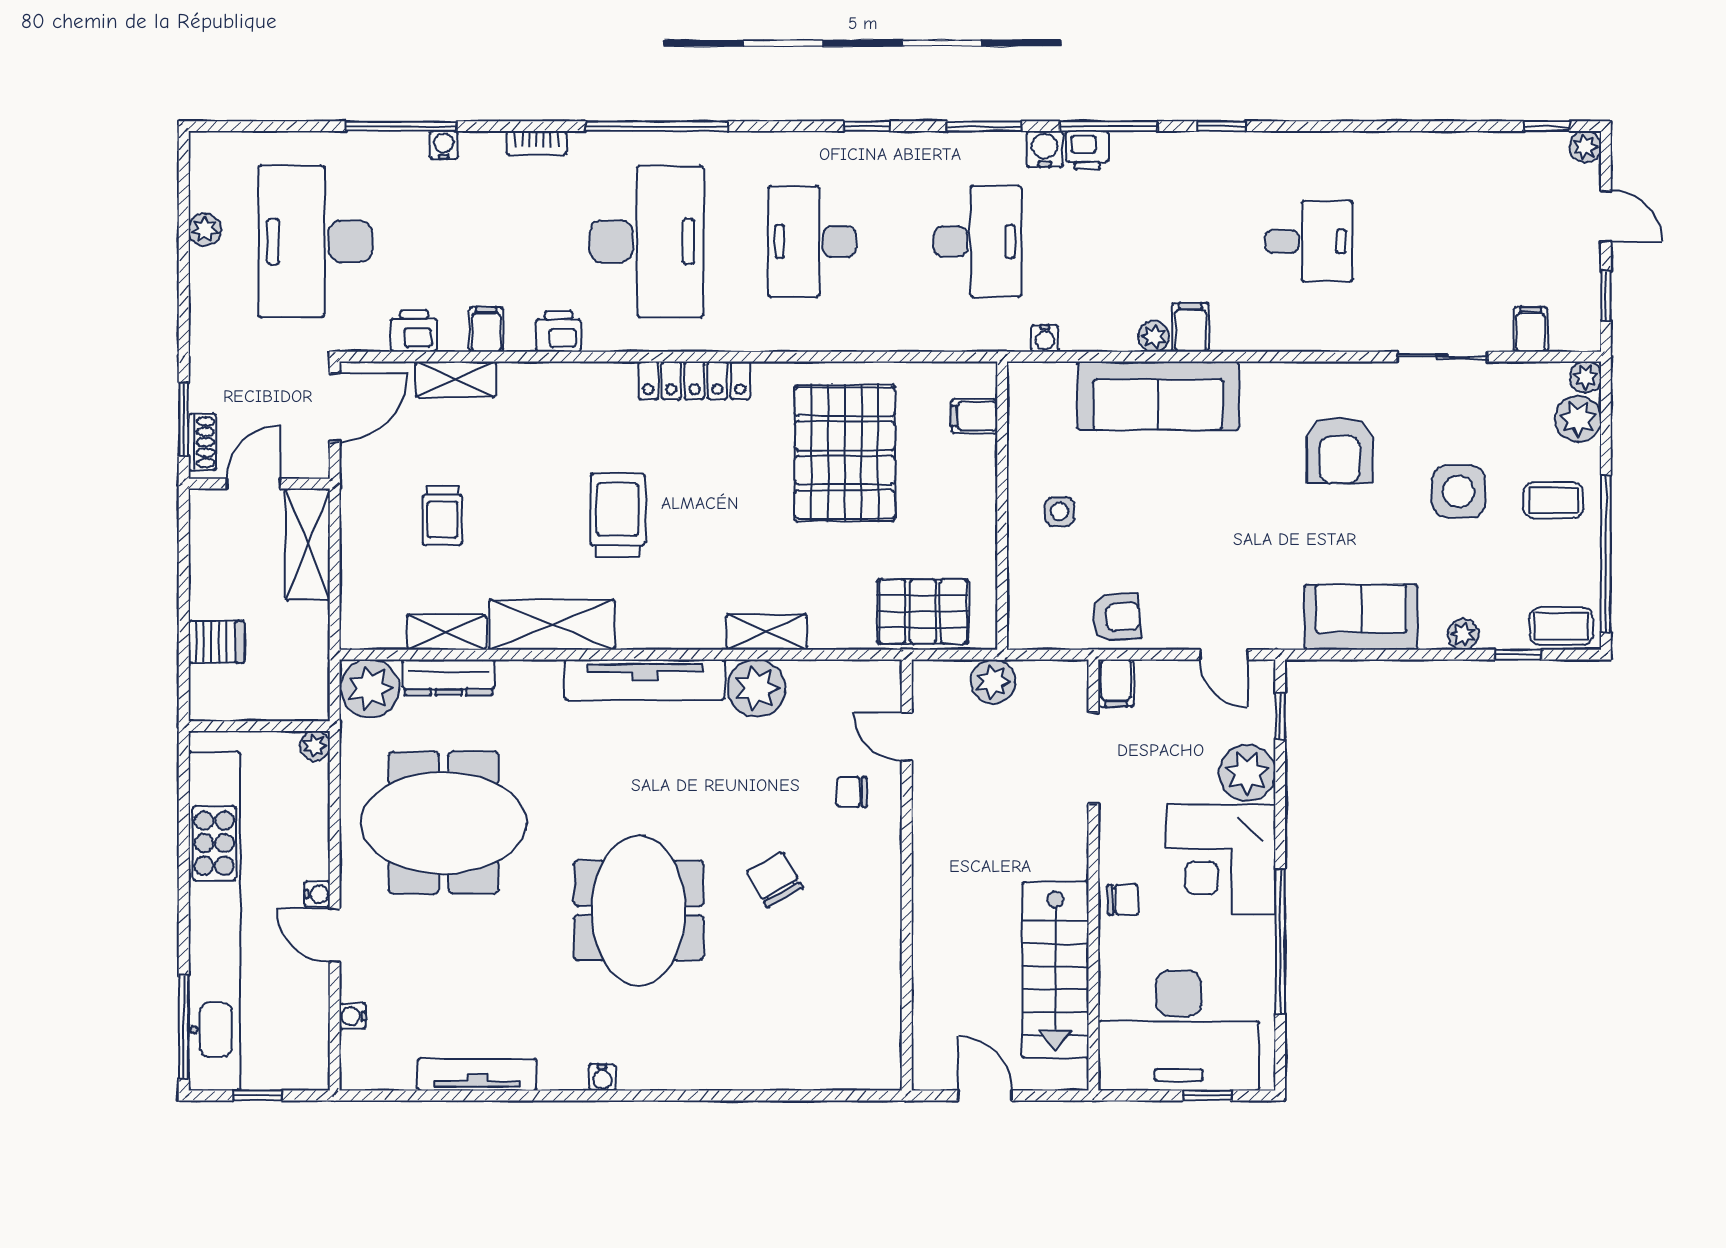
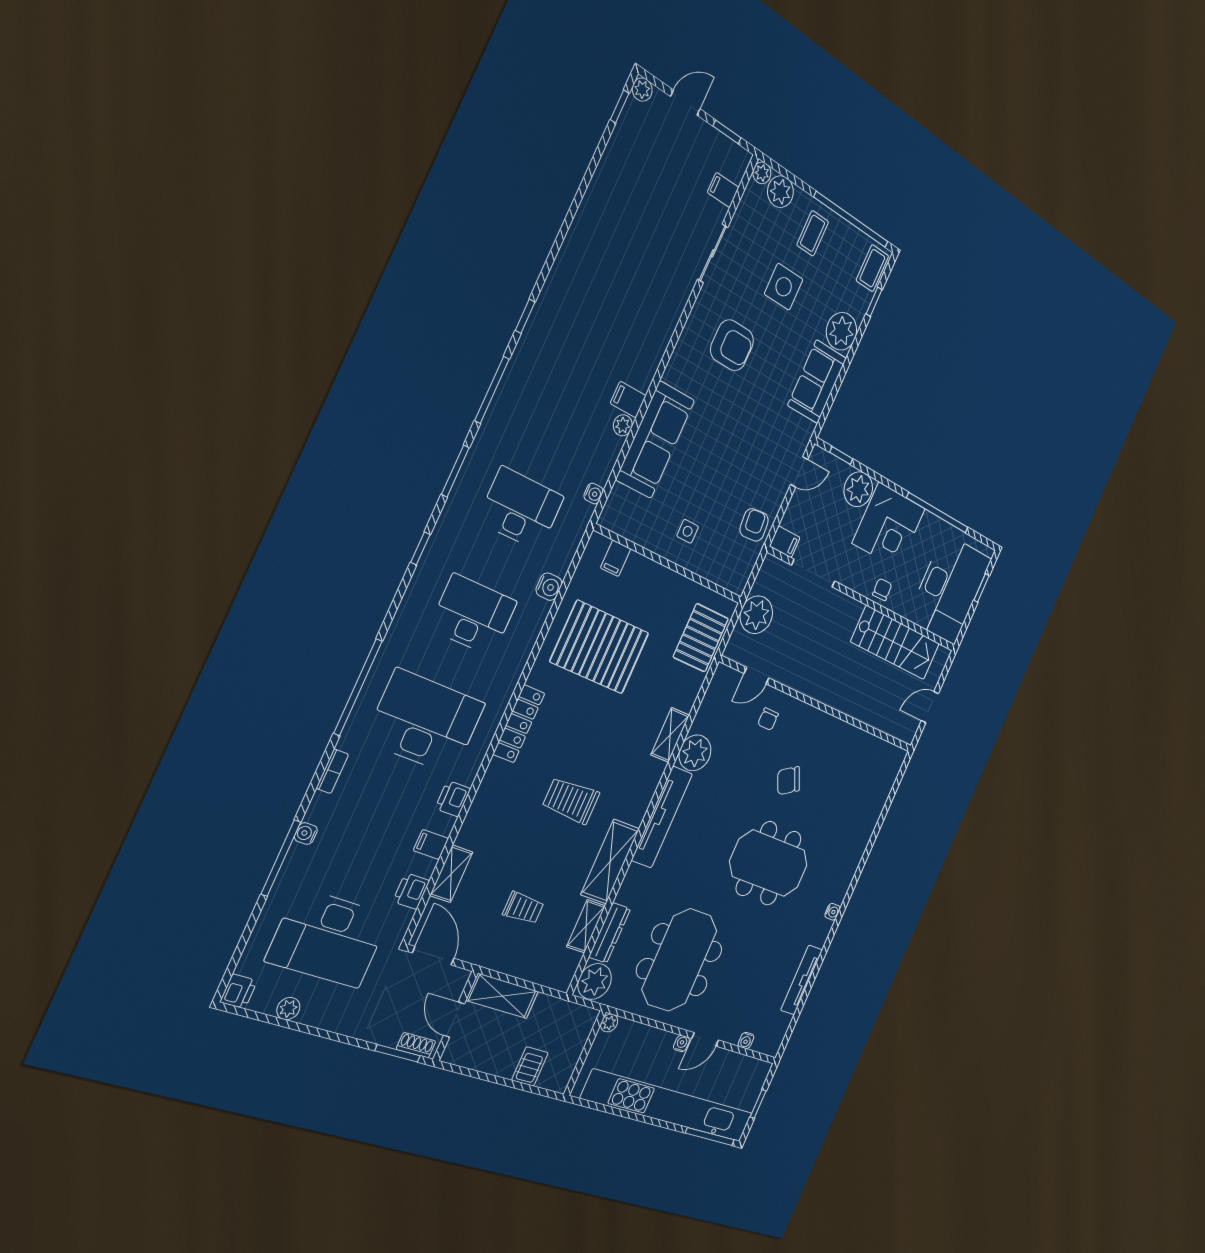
water cooler: (1045, 149) -> (549, 587), moved, turned 180
printer: (1087, 150) -> (239, 991), moved
desk: (812, 241) -> (473, 615), turned 180
desk: (1309, 241) -> (615, 298), removed
plant: (1463, 634) -> (842, 331), width x1.88, depth x1.88
plant: (993, 681) -> (756, 615), width x1.36, depth x1.36

